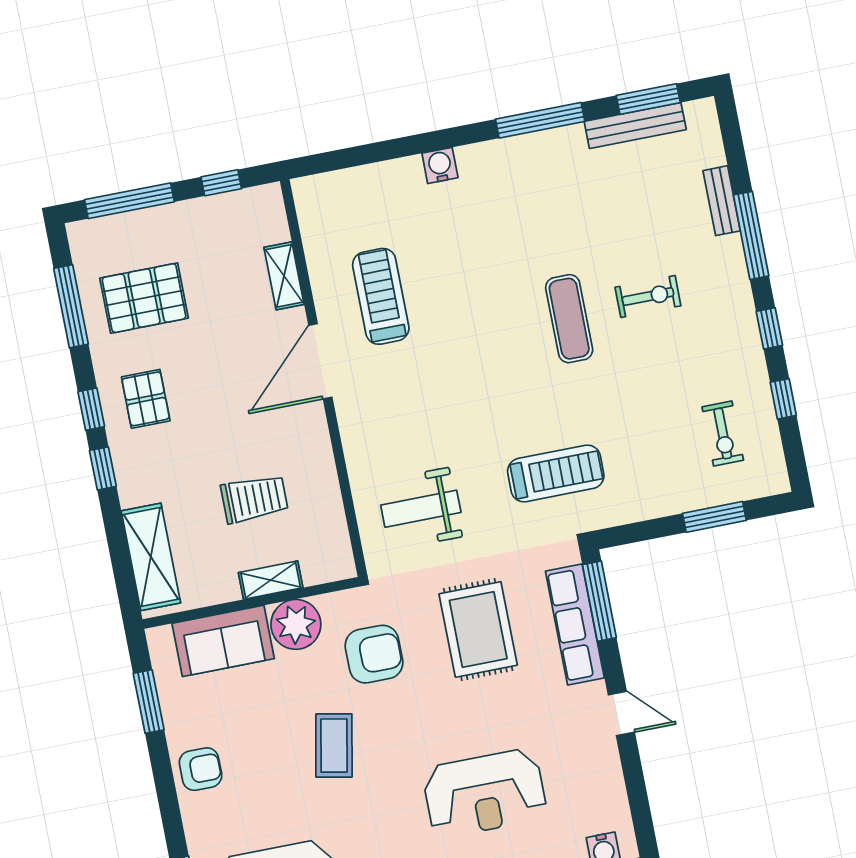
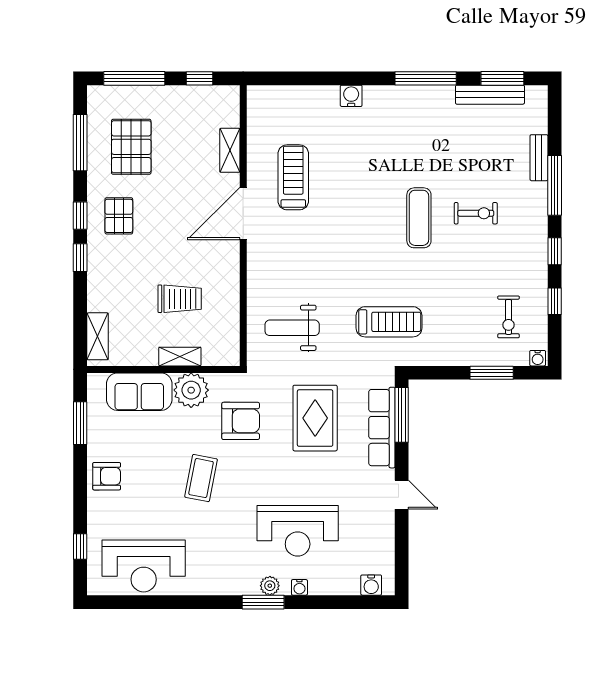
pallet: (144, 298) -> (131, 147), turned 90
water cooler: (775, 484) -> (538, 358), added
shelving: (151, 557) -> (98, 336), width x0.67, depth x0.75

